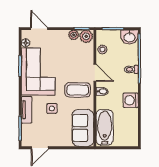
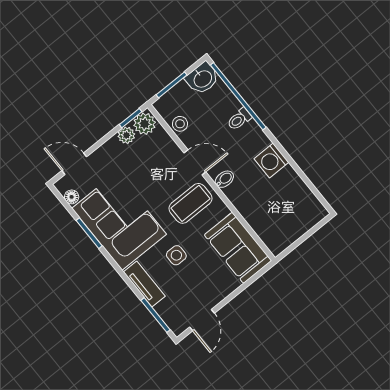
bathtub: (105, 127) -> (266, 224), removed

